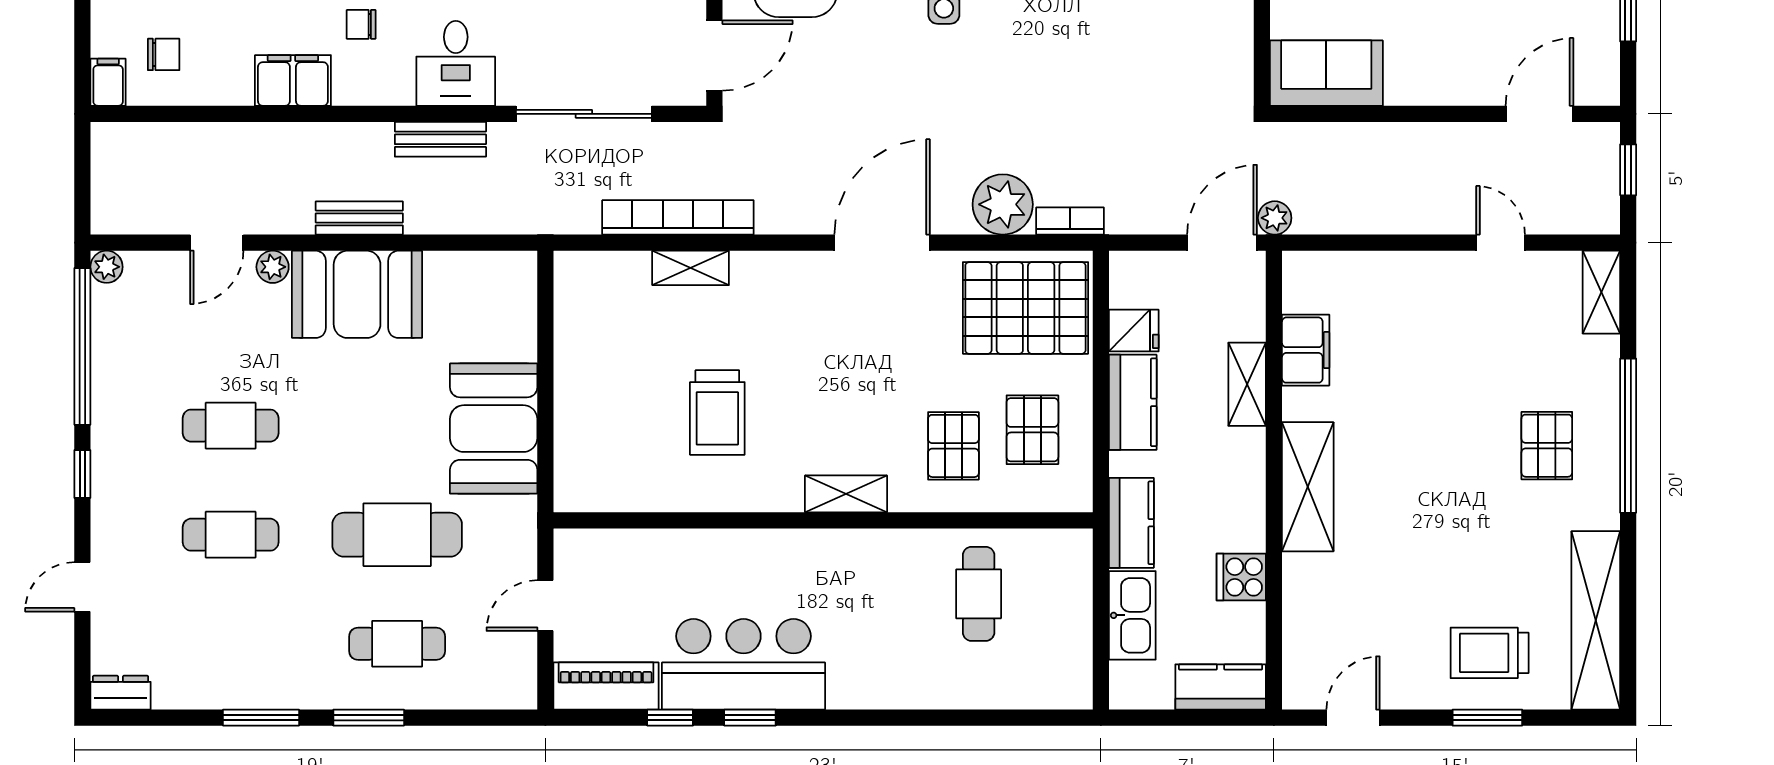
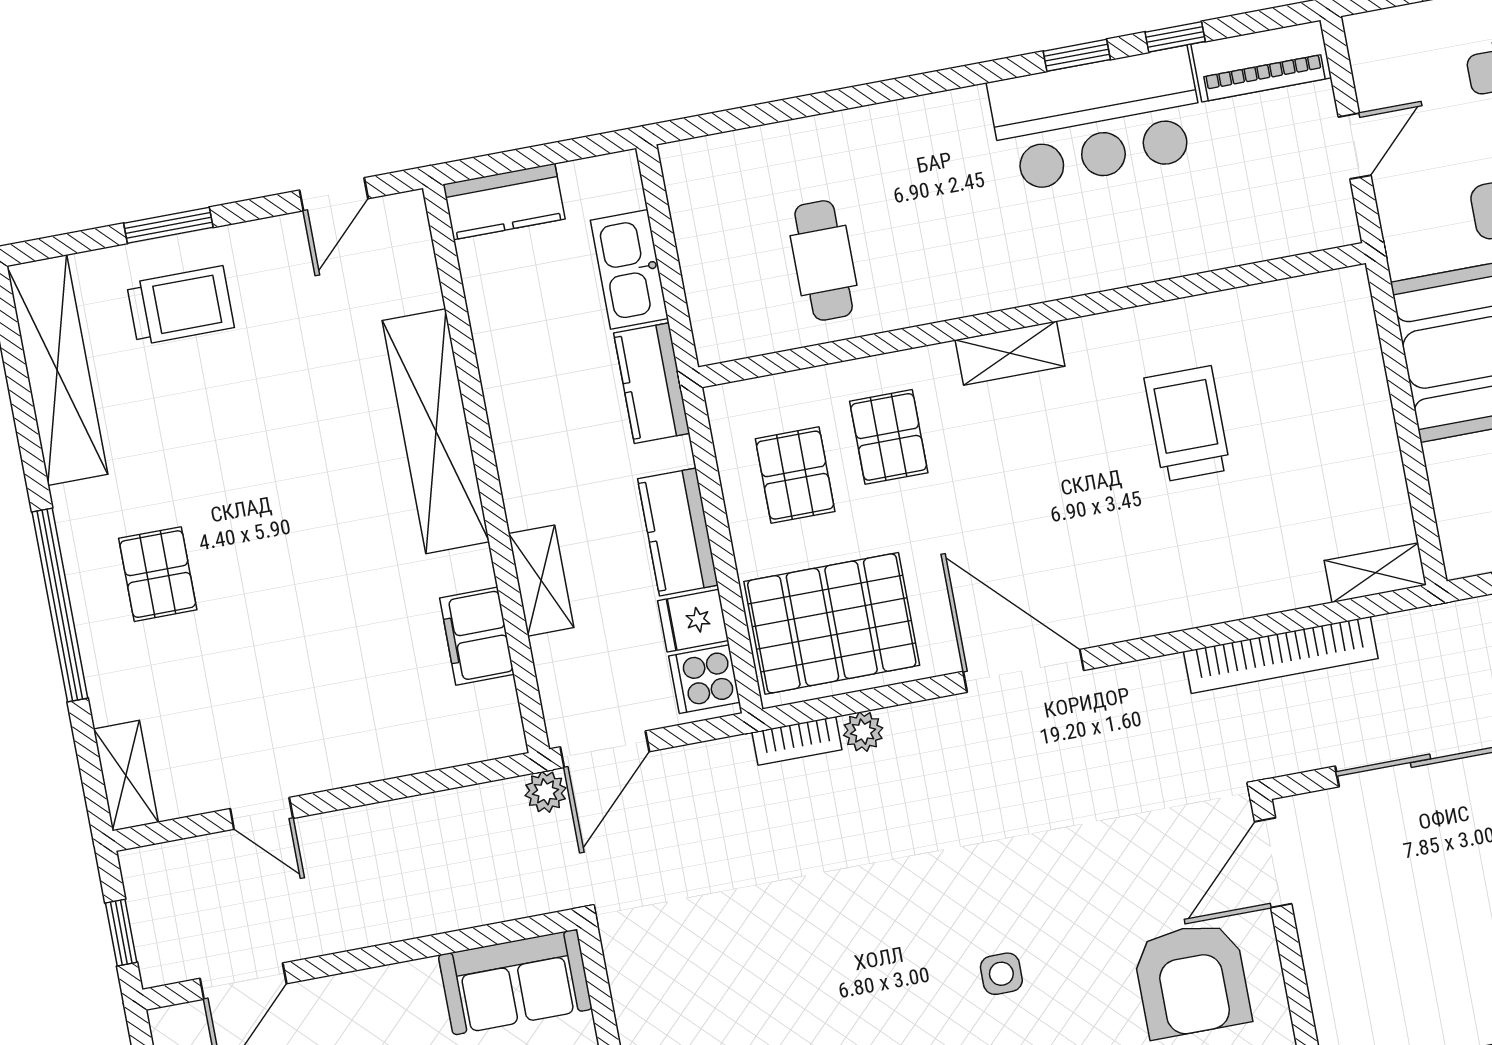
plant: (1003, 204) -> (863, 732), width x0.53, depth x0.53
door: (882, 243) -> (1023, 671), swing flipped
shelving: (691, 268) -> (1375, 573), moved
shelving: (1308, 487) -> (436, 431), width x1.47
cooker: (1241, 577) -> (704, 679), moved, turned 180

